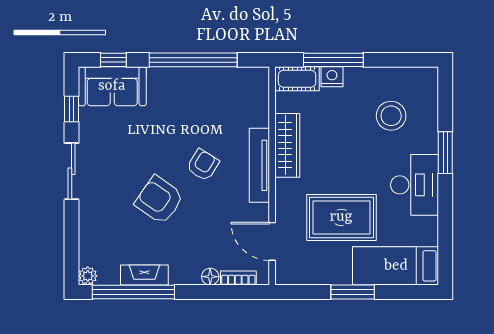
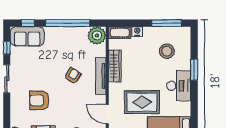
window: (333, 60) -> (167, 23), moved
plant: (252, 85) -> (97, 35), added
armchair: (159, 200) -> (39, 100), moved, turned -35

